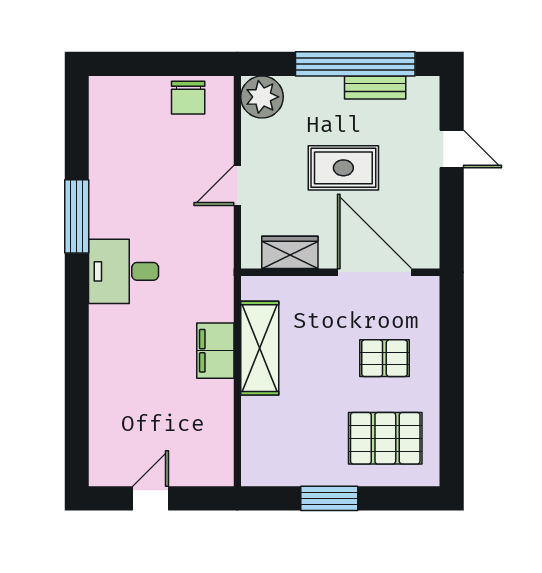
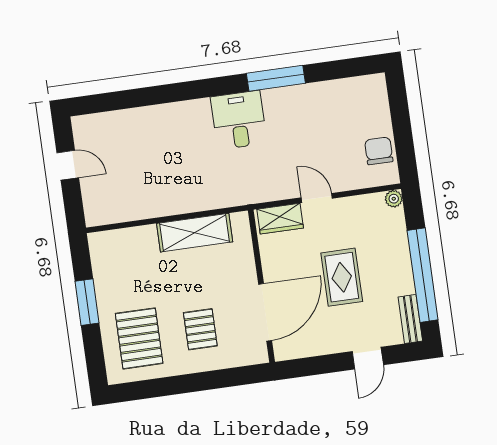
bench: (375, 88) -> (410, 319), moved
plant: (262, 97) -> (394, 199), width x0.53, depth x0.53
chair: (188, 98) -> (379, 151), turned 90
wardrobe: (290, 252) -> (280, 219), moved, turned 90
filing cabinet: (215, 351) -> (188, 199), removed

